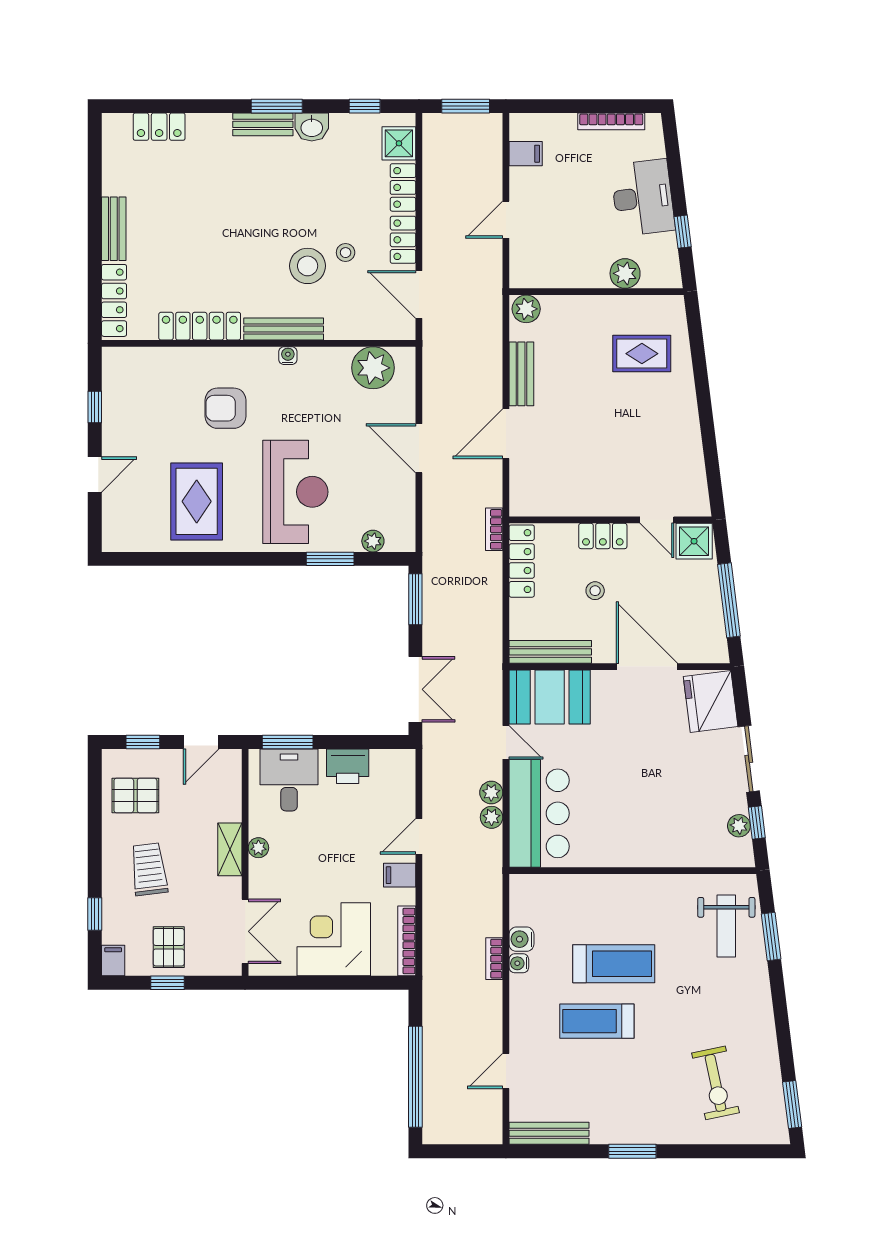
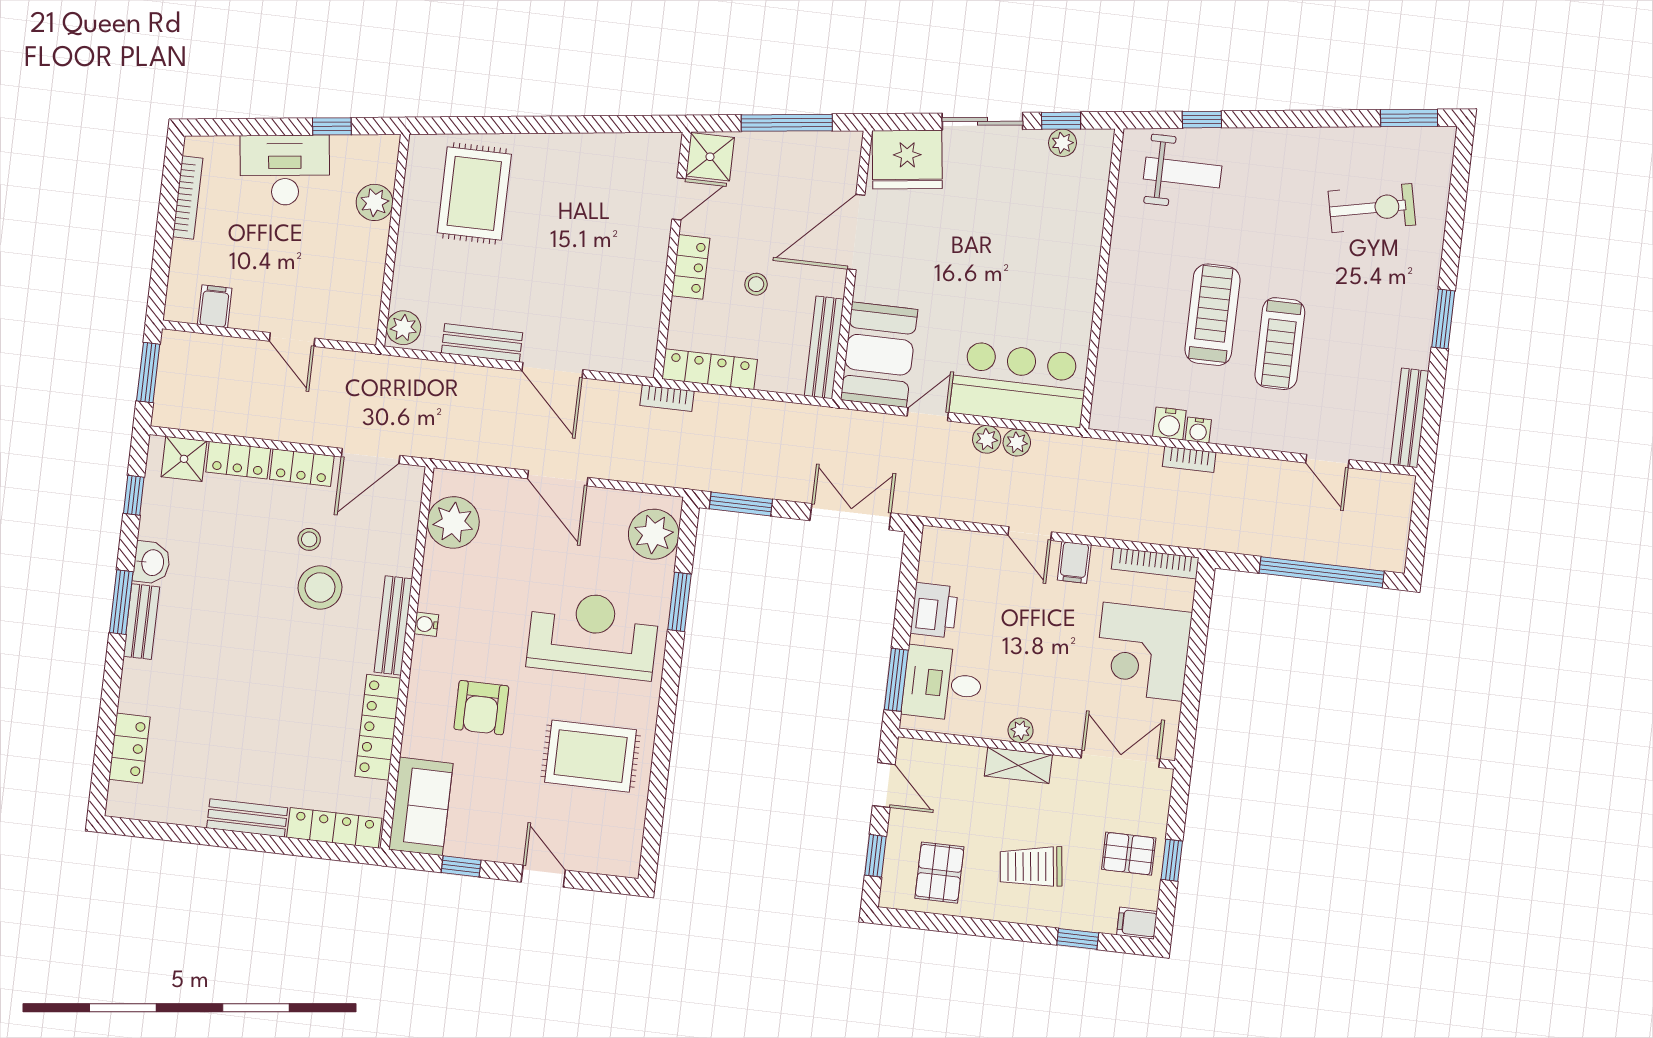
rug: (642, 354) -> (474, 193), width x1.36, depth x1.43
sofa: (140, 369) -> (421, 806), added
door: (419, 448) -> (558, 478), hinge flipped
plant: (373, 541) -> (654, 534), width x1.87, depth x1.87
window: (771, 937) -> (1202, 120), width x0.67

